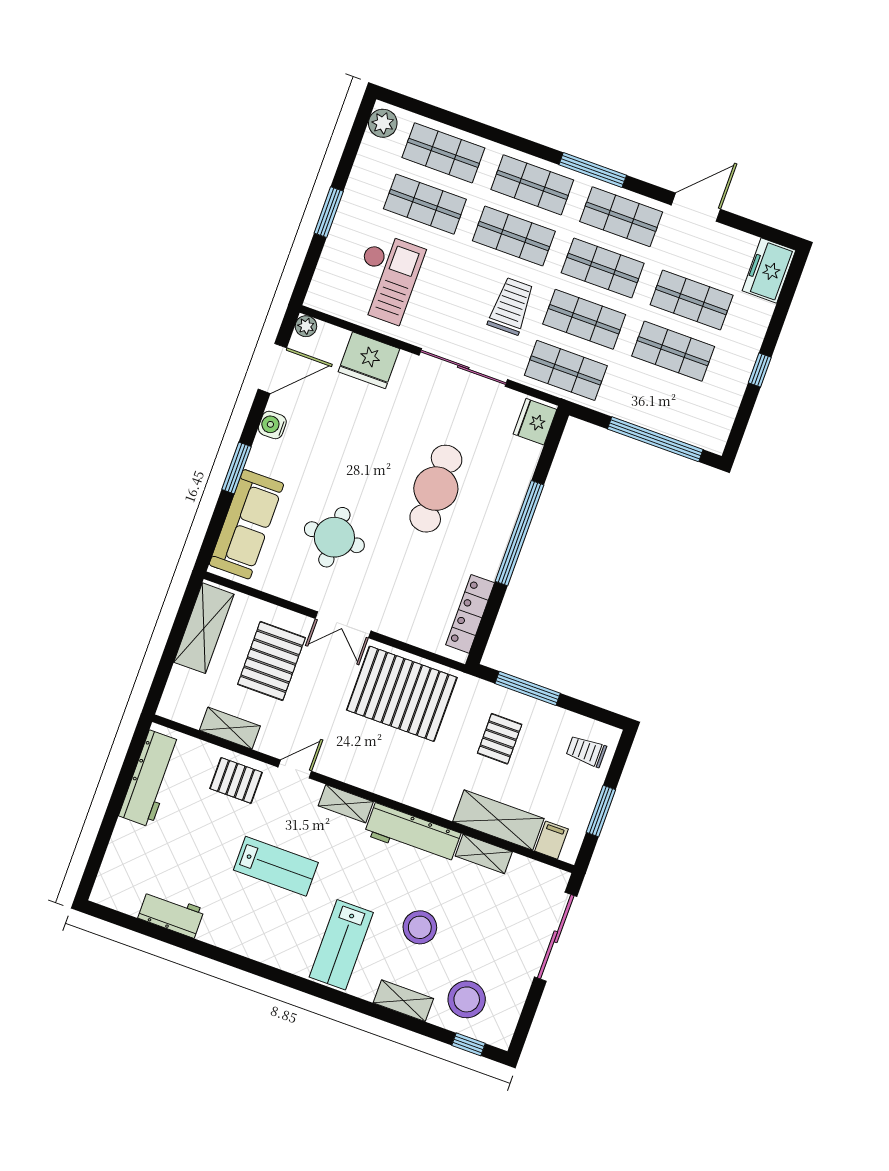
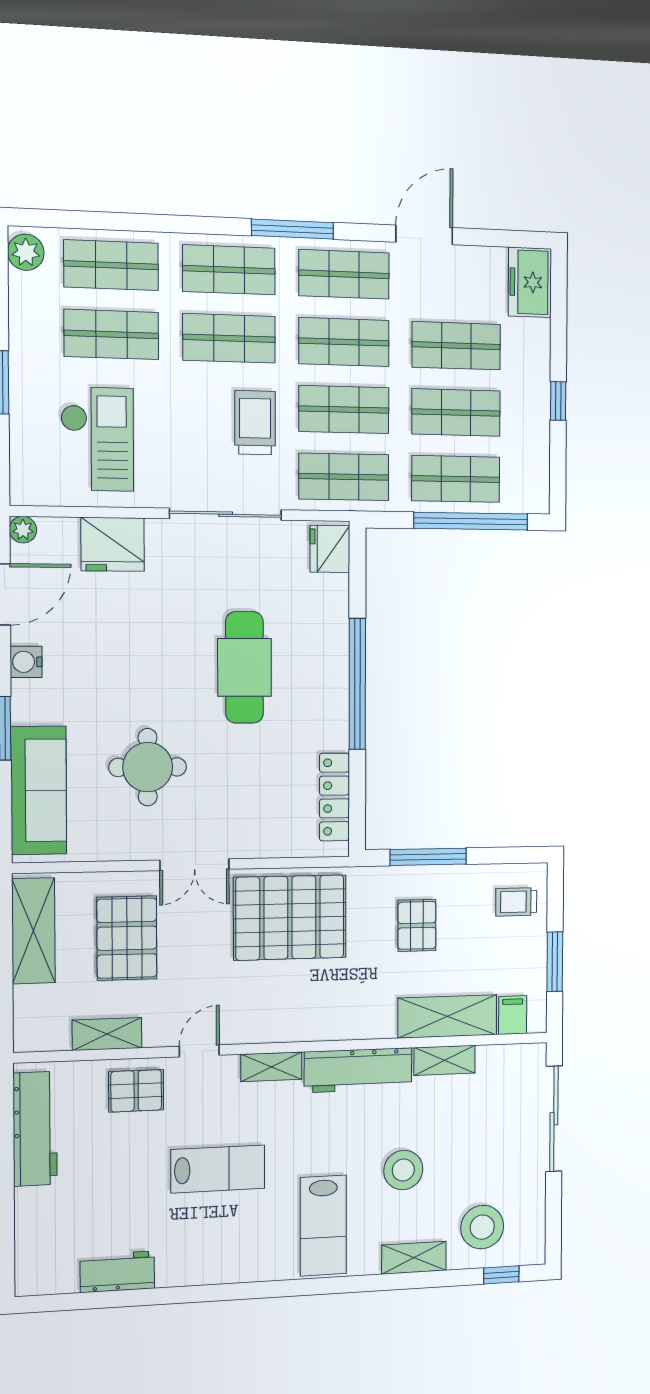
shop shelf: (655, 402) -> (456, 479), added

